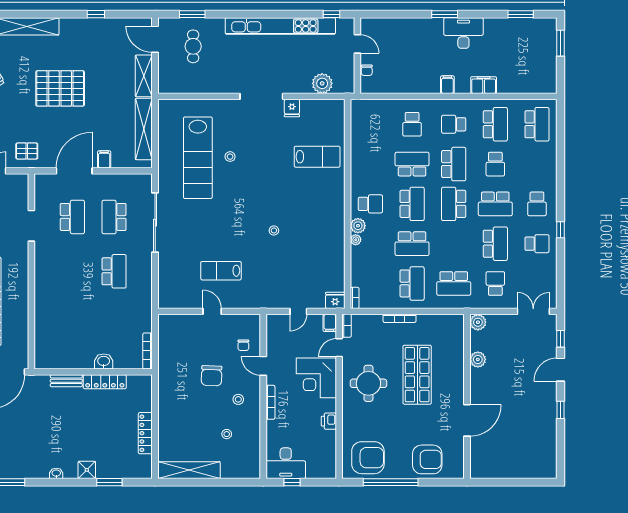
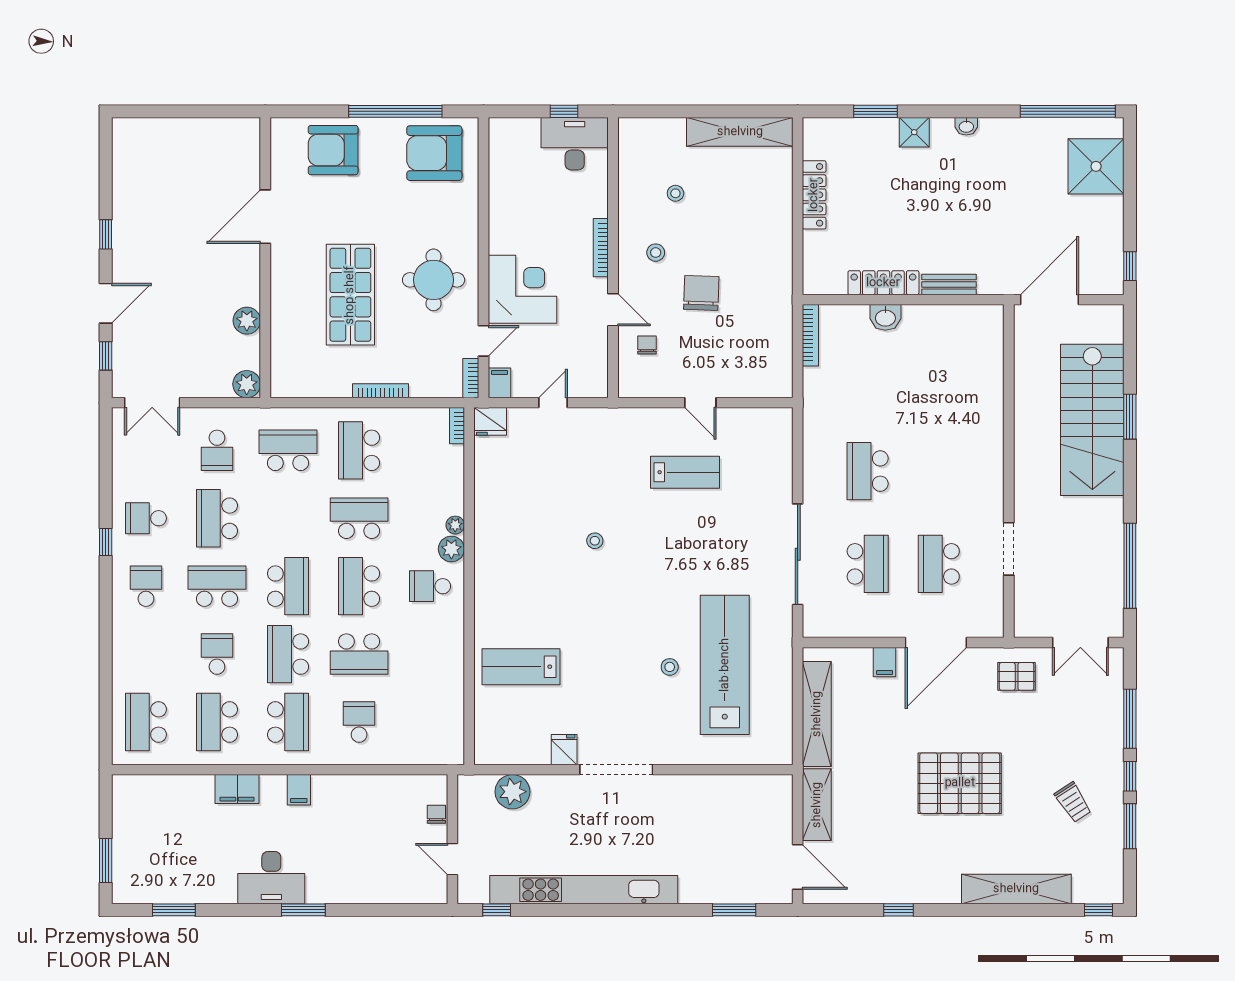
cafe table: (193, 46) -> (733, 855), removed
school desk: (454, 124) -> (288, 722), width x1.85
printer: (329, 421) -> (501, 215), removed

